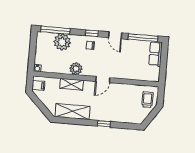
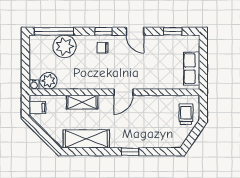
window: (143, 38) -> (173, 31), width x0.46
row of seats: (156, 54) -> (192, 69), moved
plant: (76, 69) -> (48, 81), moved

